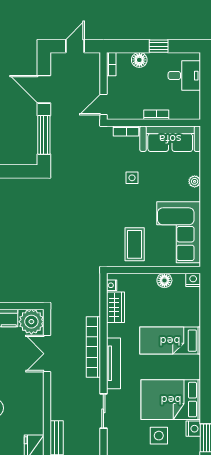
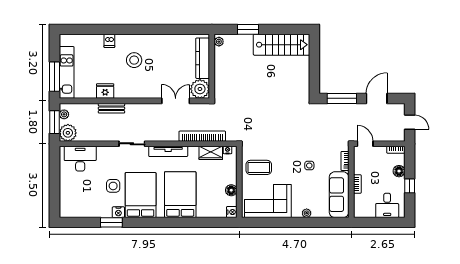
bed: (170, 341) -> (180, 195), width x1.50
bookcase: (93, 347) -> (202, 136), moved

